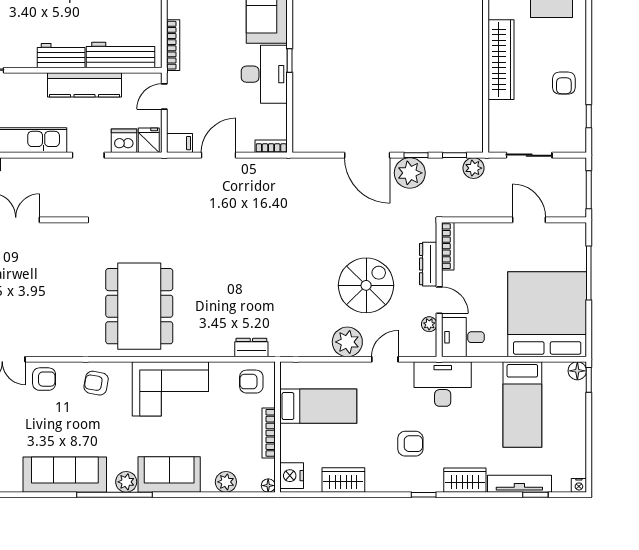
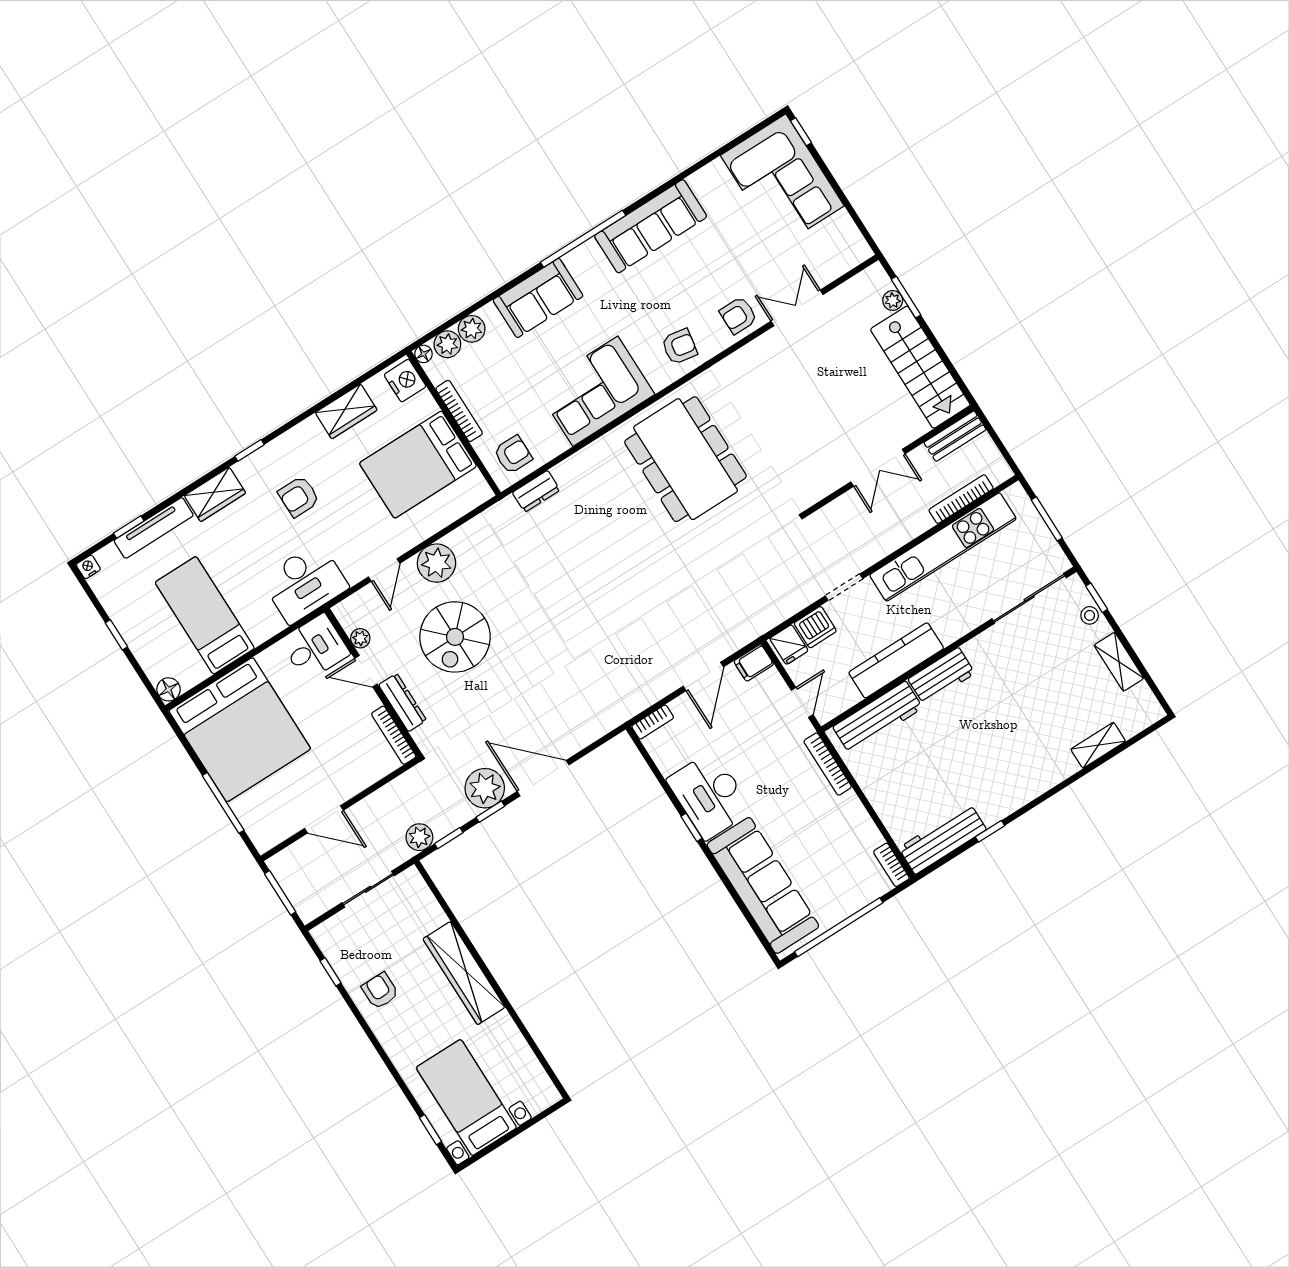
window: (589, 380) -> (116, 635), moved
bed: (318, 406) -> (418, 465), width x1.50
plant: (126, 482) -> (447, 344), moved

